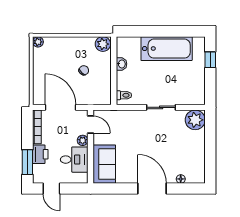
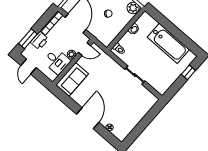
plant: (195, 120) -> (149, 100), removed
door: (91, 124) -> (84, 49), hinge flipped

